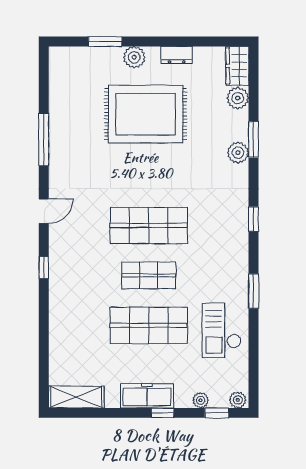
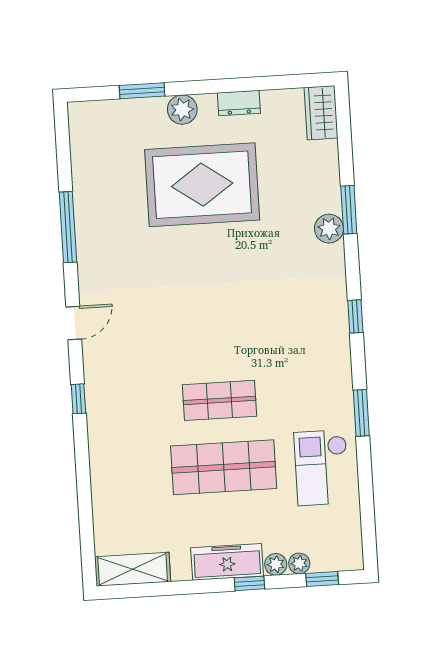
plant: (238, 98) -> (324, 156), removed
shop shelf: (149, 226) -> (215, 334), removed
plant: (238, 400) -> (276, 564), moved

